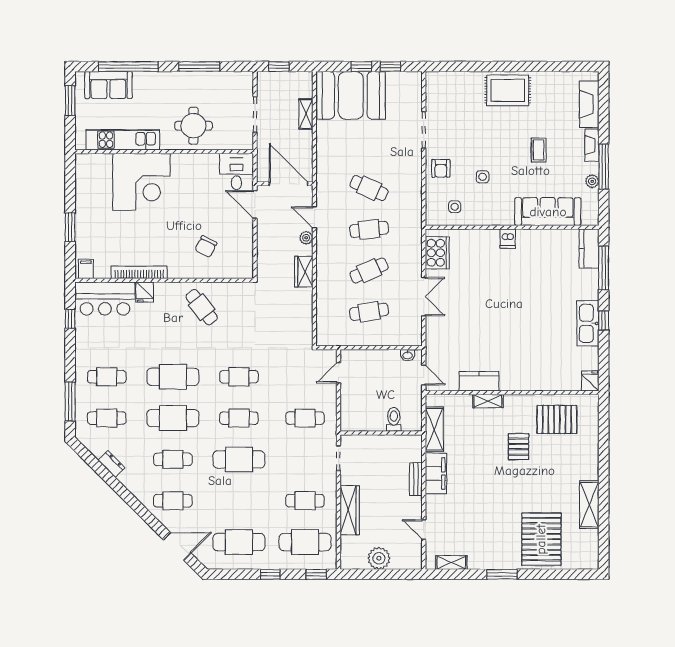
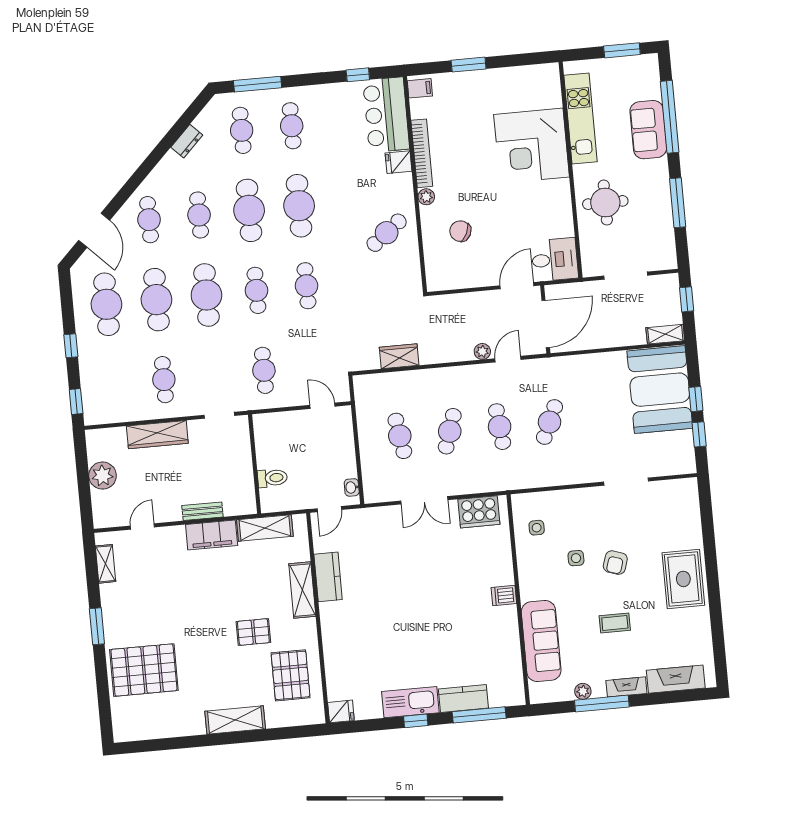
sofa: (108, 85) -> (648, 130), moved
shelving: (306, 114) -> (665, 334), moved
armchair: (441, 168) -> (615, 563), moved, turned -72
kitchen counter: (589, 249) -> (463, 699), moved
cafe table: (369, 271) -> (450, 431), turned 42
plant: (175, 272) -> (426, 197), added
wardrobe: (304, 272) -> (399, 356), moved
shelving: (488, 401) -> (302, 590), width x1.50, depth x1.33
shelving: (589, 505) -> (235, 720), moved
cafe table: (305, 542) -> (156, 300), moved

